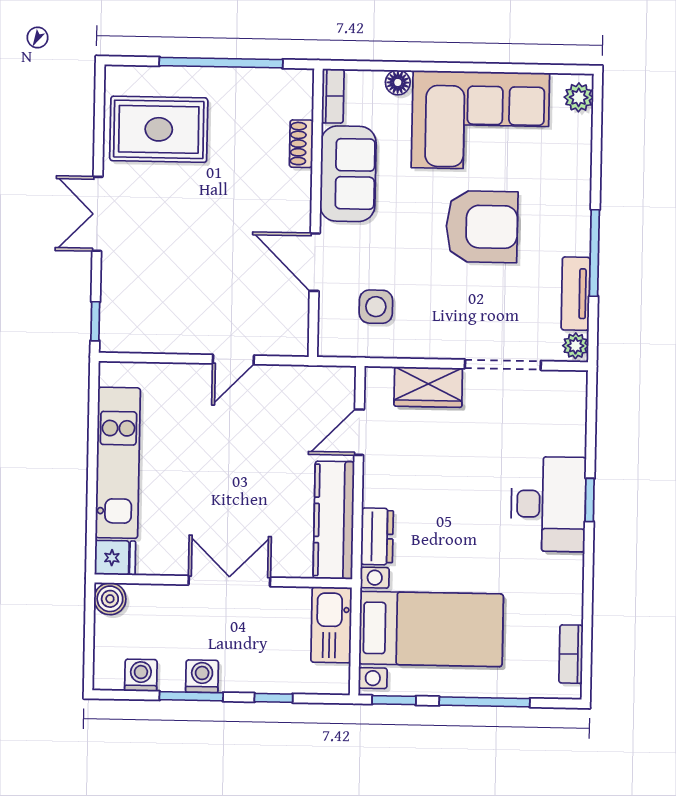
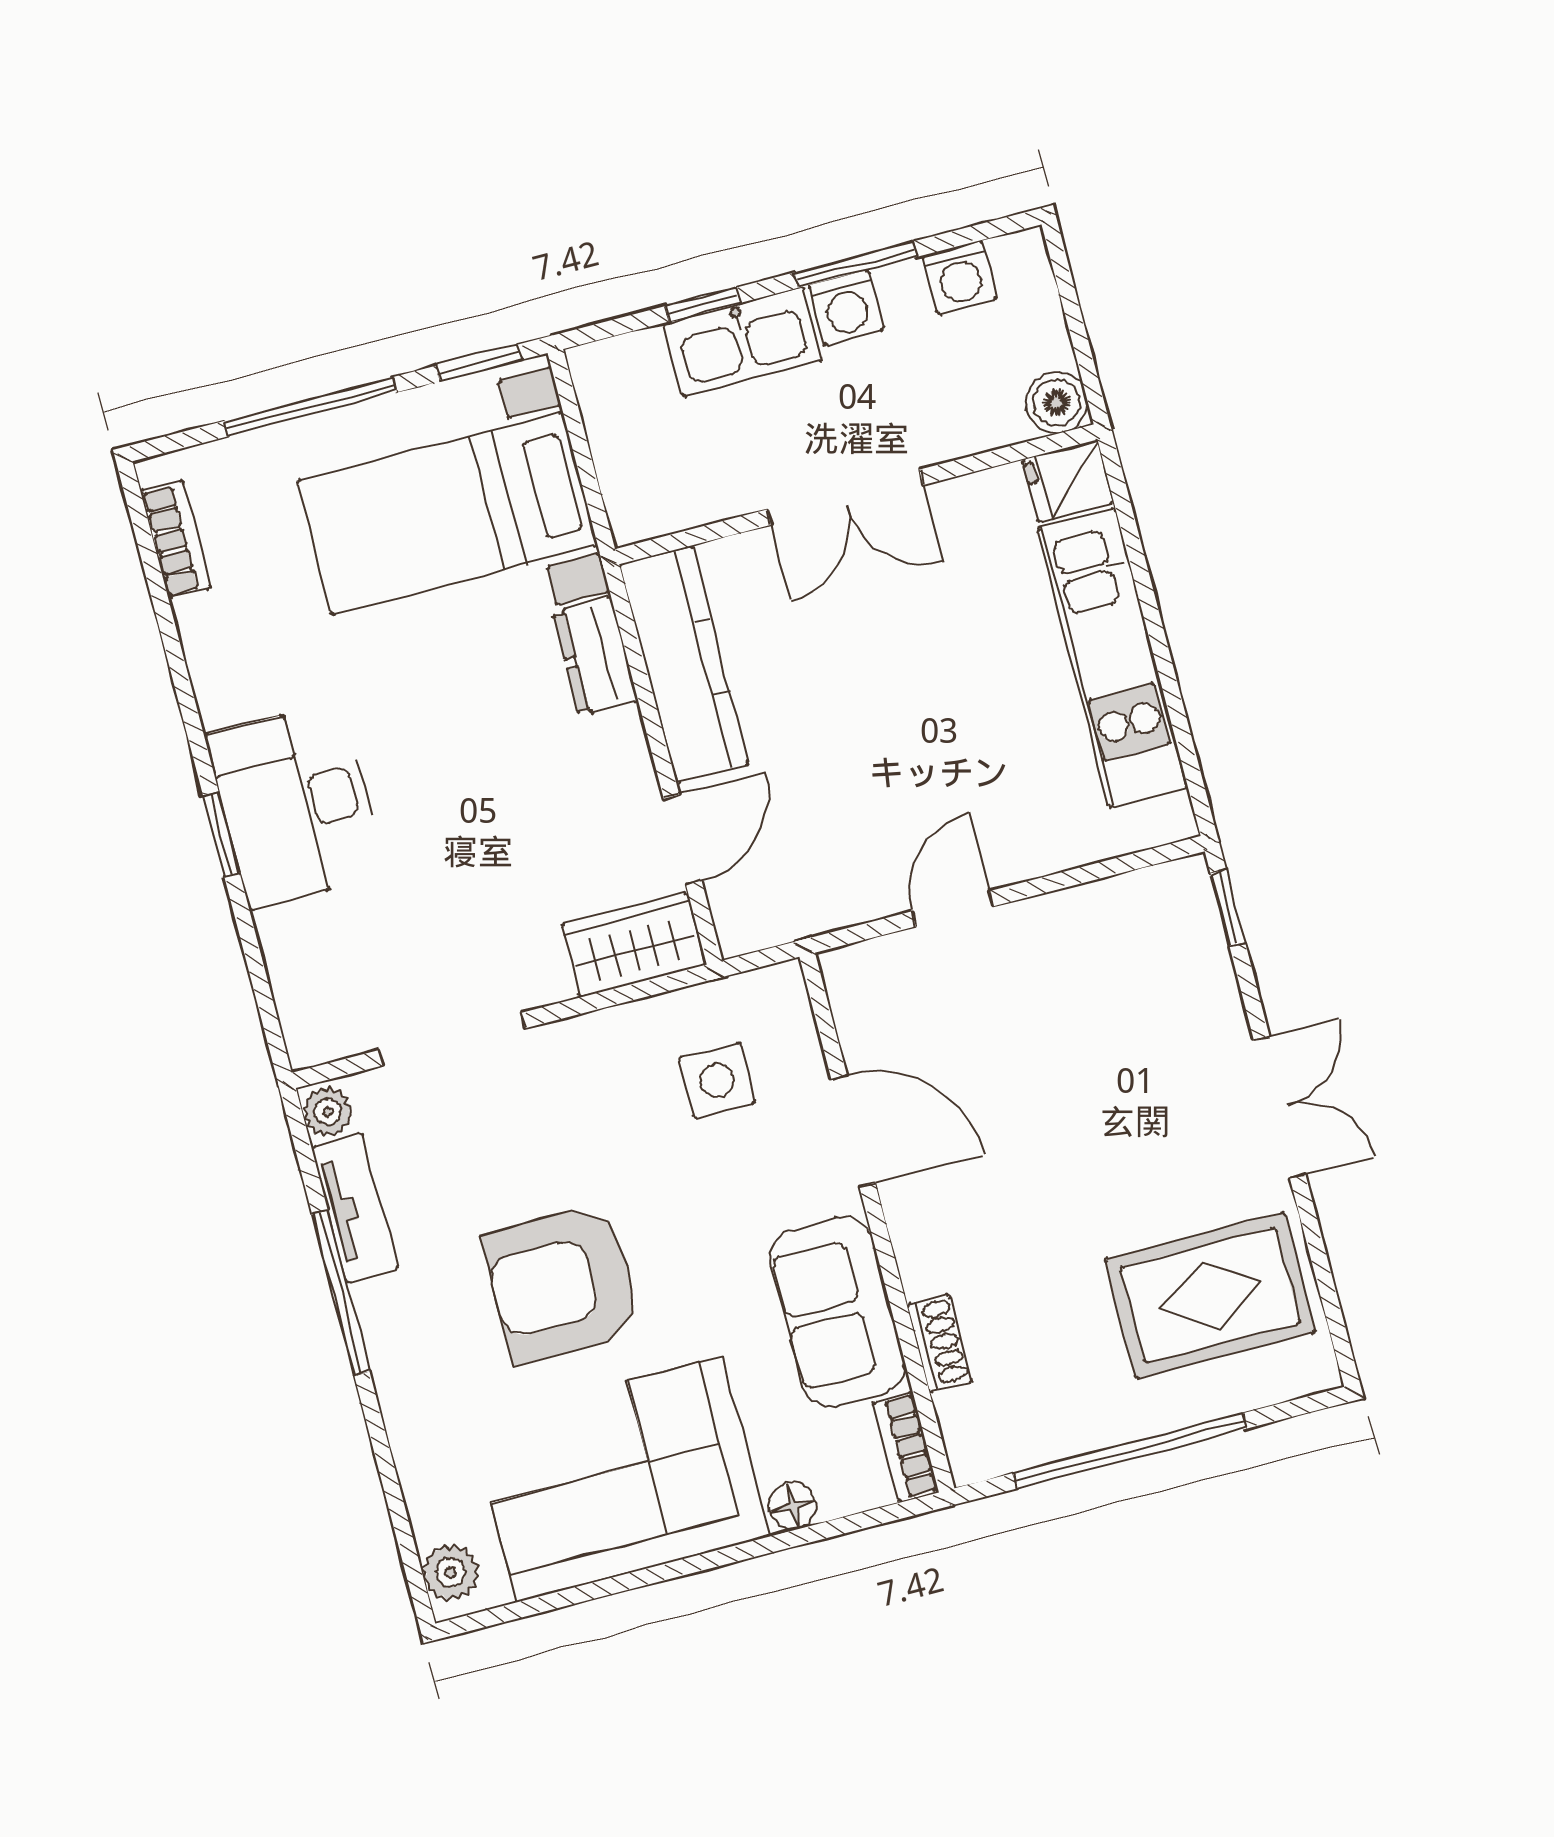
wardrobe: (428, 387) -> (633, 945), moved
kitchen sink: (331, 625) -> (743, 342), moved, turned 90

